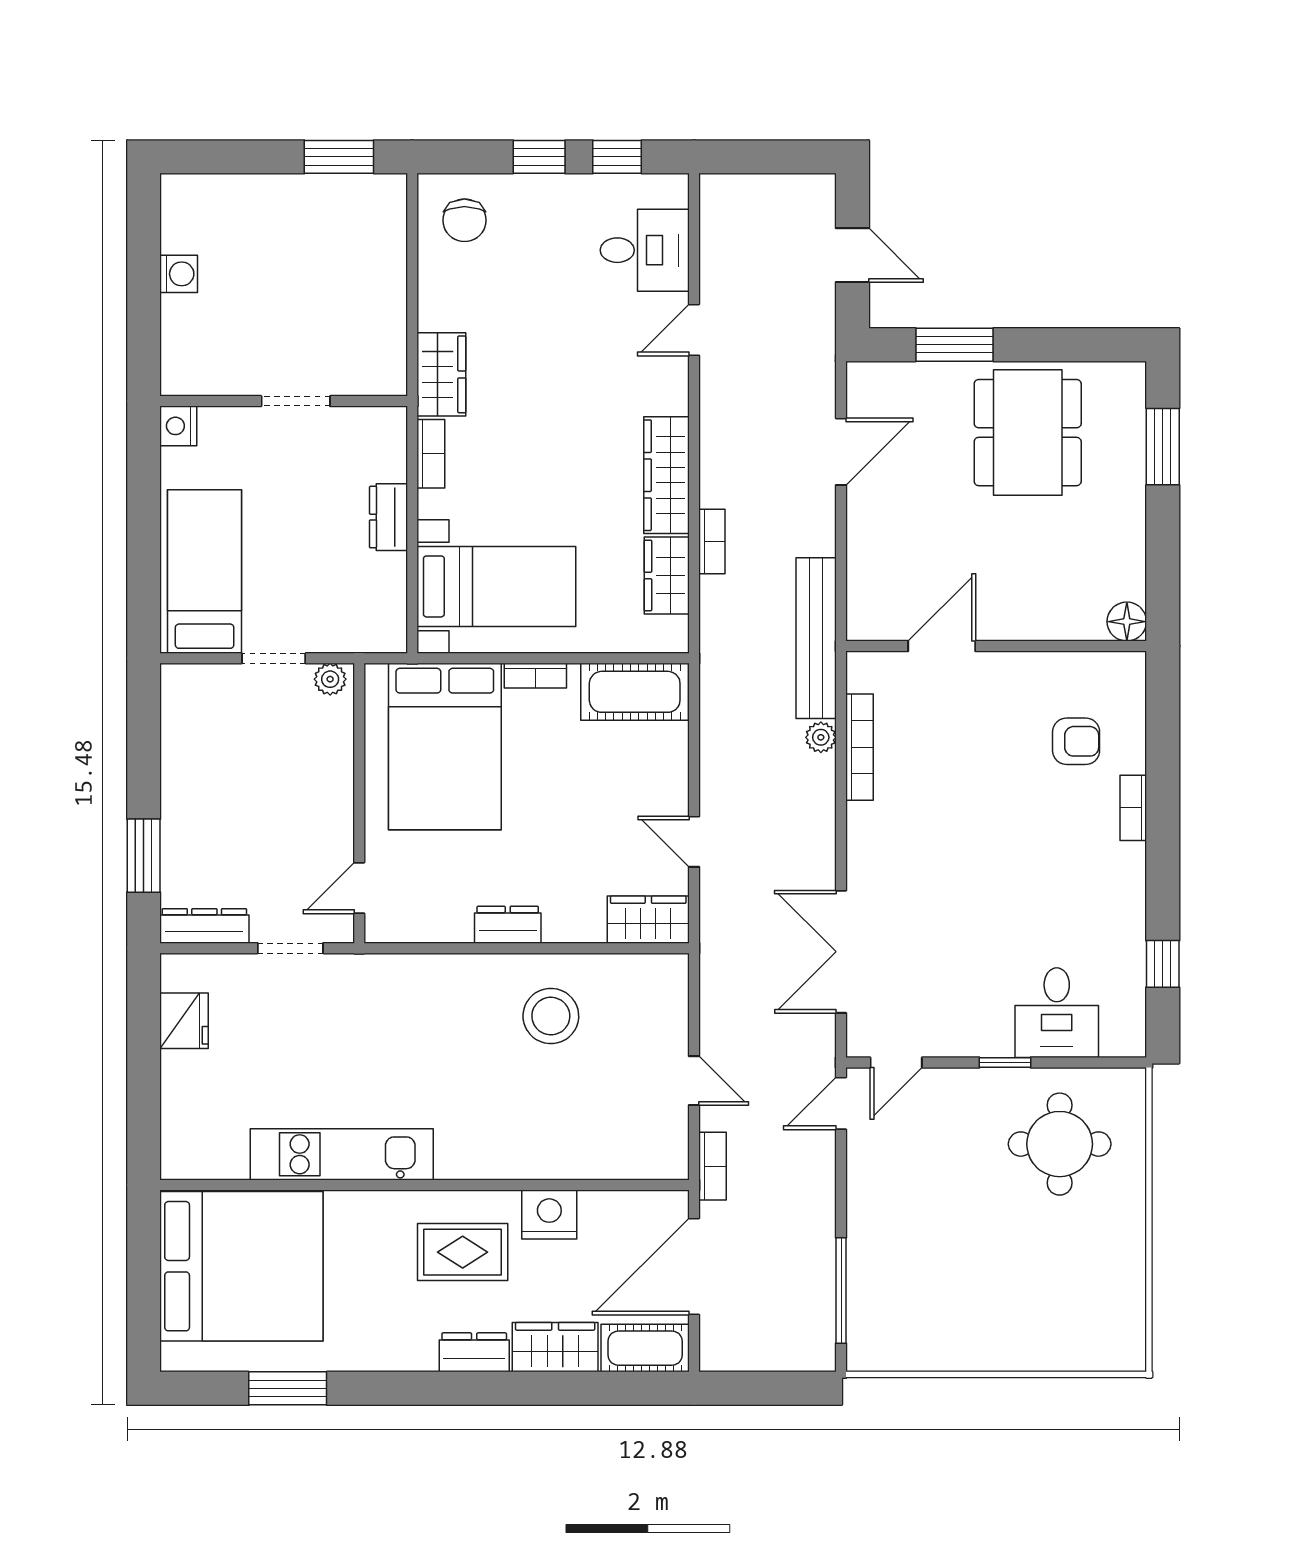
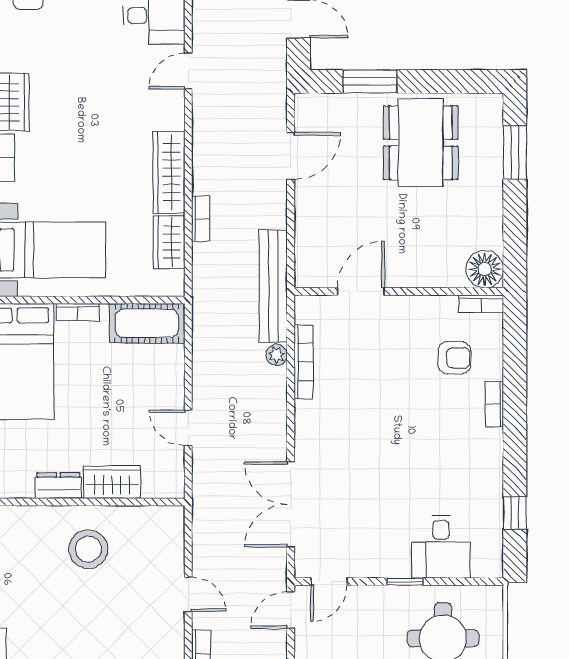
floor lamp: (1127, 622) -> (485, 269), width x1.38, depth x1.38
bookcase: (1114, 664) -> (481, 304), added
wardrobe: (648, 920) -> (112, 482), moved

